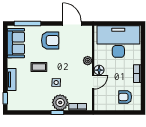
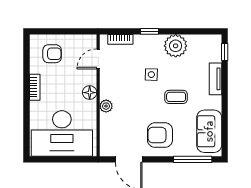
door: (93, 82) -> (98, 59), moved
plant: (60, 102) -> (176, 46), moved

